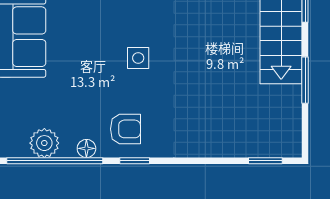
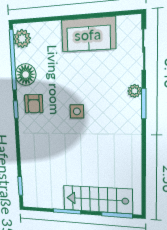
plant: (44, 143) -> (22, 39), moved
floor lamp: (86, 148) -> (26, 75), width x1.89, depth x1.89

